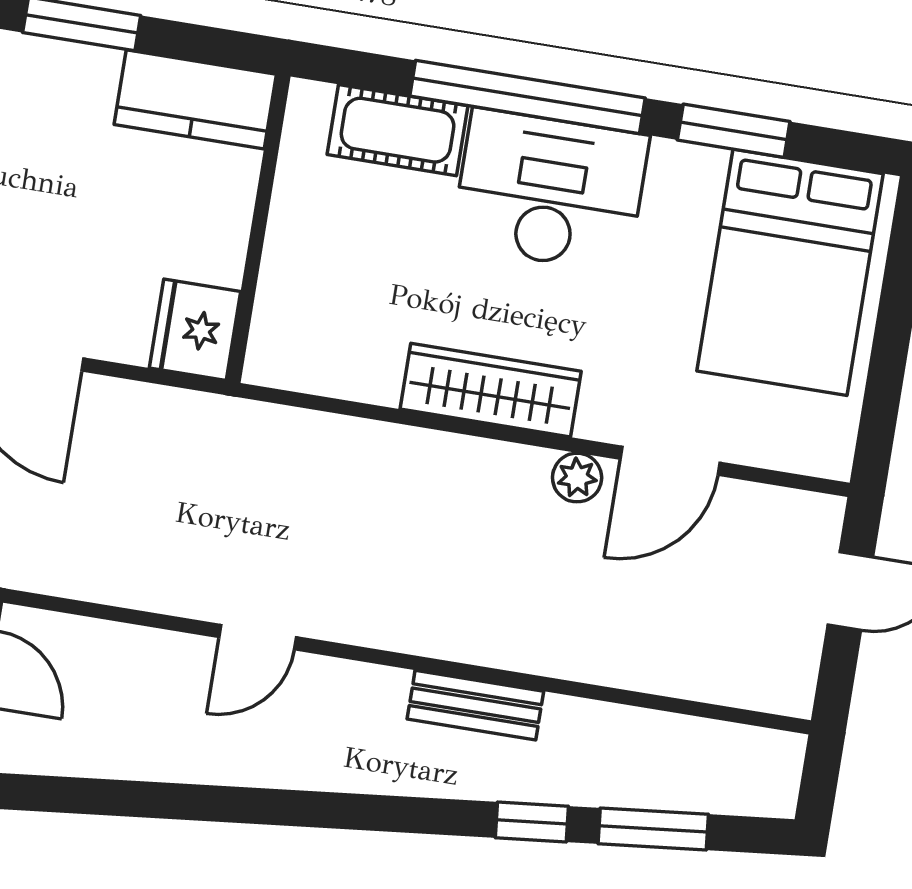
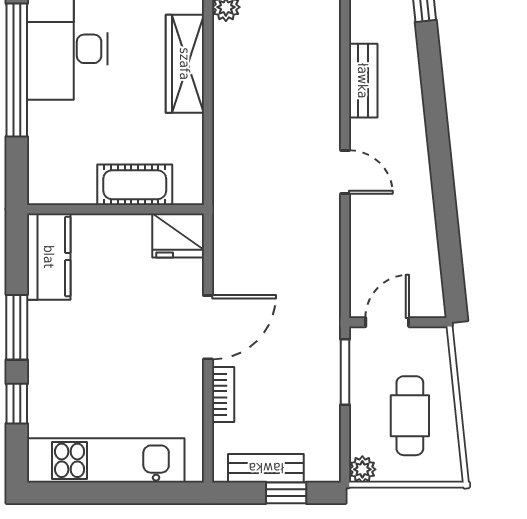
cot: (398, 130) -> (135, 185), moved, turned 90
bench: (475, 705) -> (363, 81), moved

